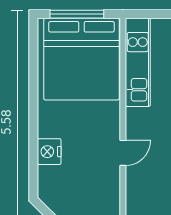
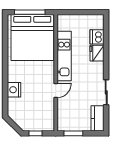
kitchen unit: (138, 62) -> (64, 56), moved

